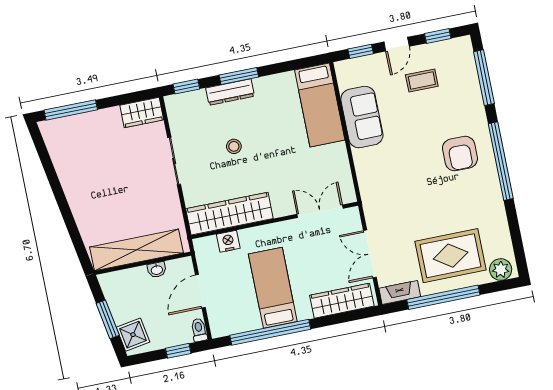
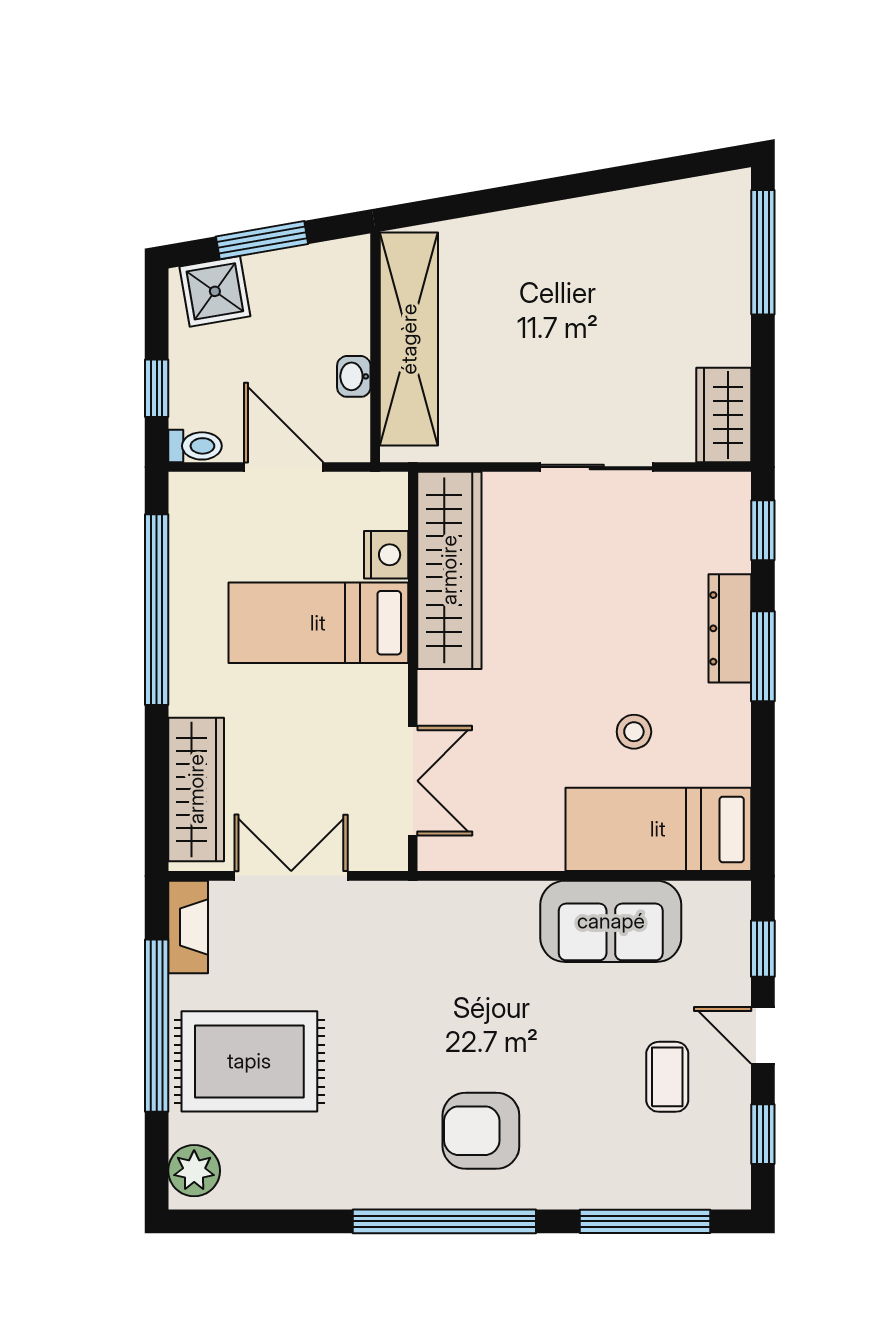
stool: (234, 146) -> (634, 732), moved
rug: (451, 256) -> (249, 1061), turned 90
bed: (273, 288) -> (318, 623), moved, turned 180

